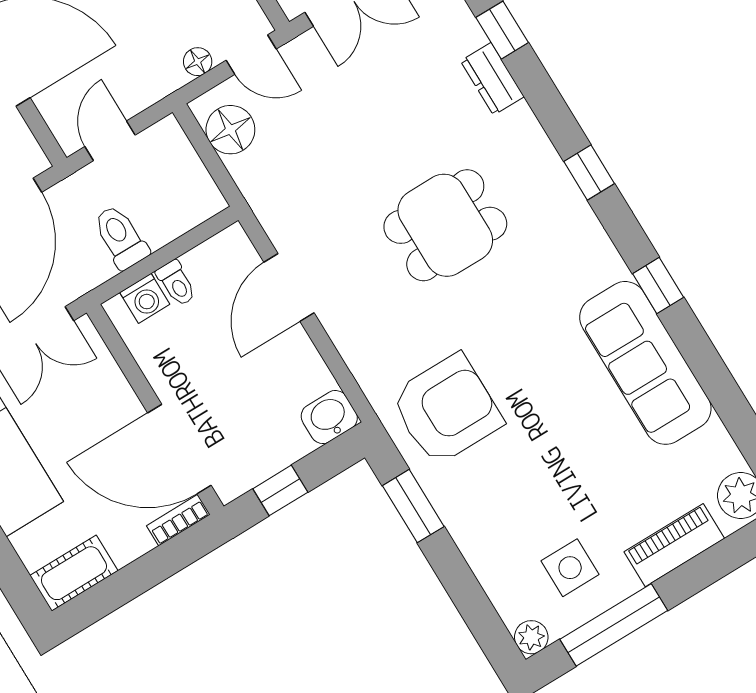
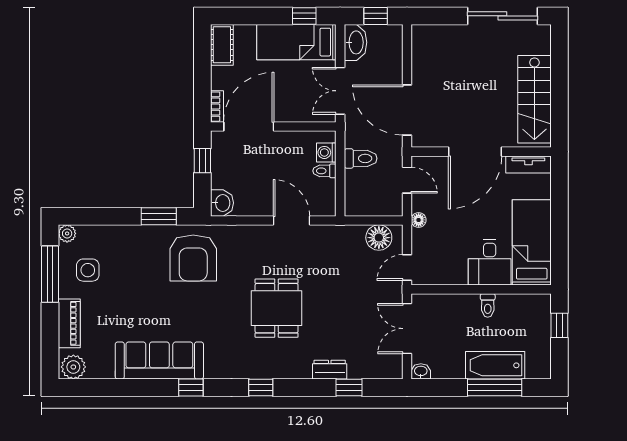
floor lamp: (198, 62) -> (419, 220), moved

